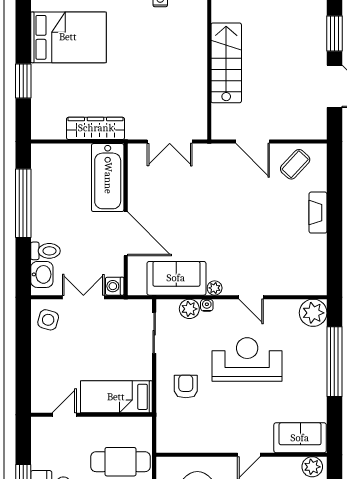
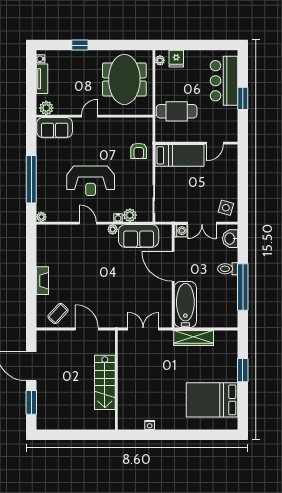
toilet: (45, 251) -> (228, 269), moved
plant: (313, 313) -> (41, 217), width x0.53, depth x0.53
armchair: (186, 386) -> (139, 151), moved

